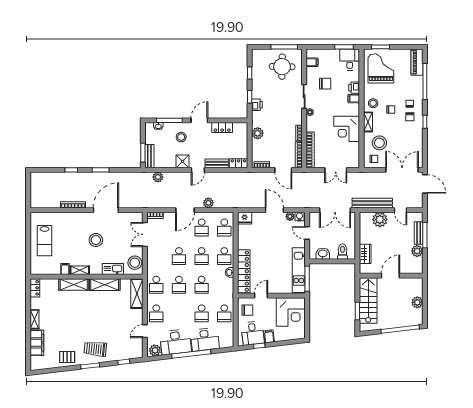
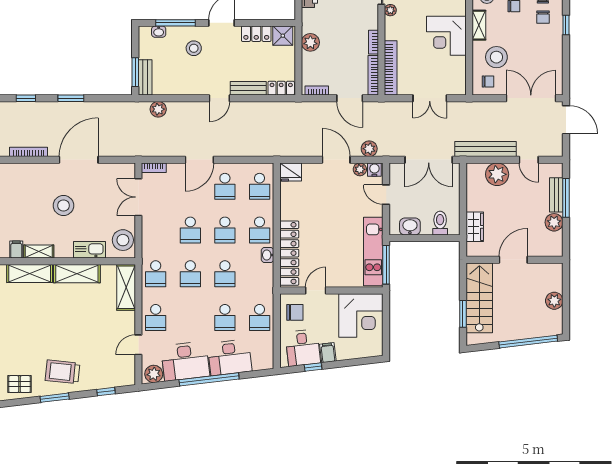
shower: (183, 161) -> (283, 36), moved
plant: (208, 203) -> (369, 149), moved

